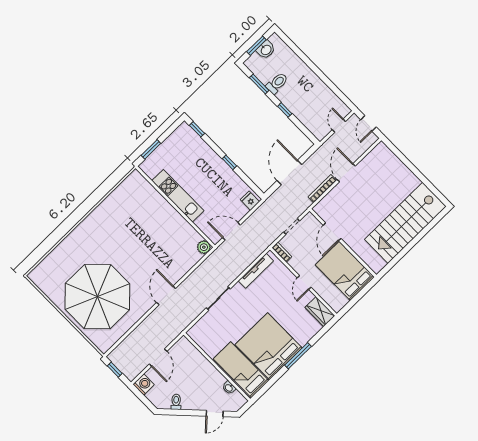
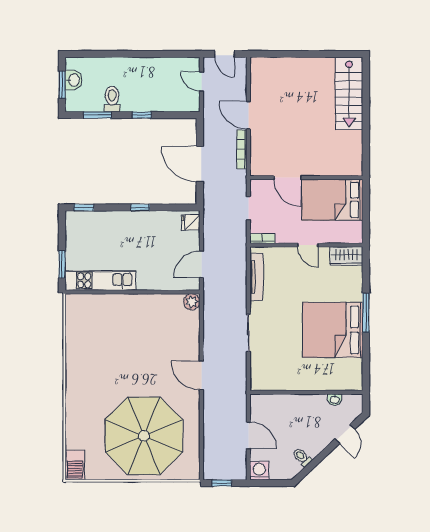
kitchen unit: (178, 196) -> (100, 280), moved
stairs: (405, 223) -> (349, 93), width x0.73, depth x0.66
barbecue: (40, 273) -> (75, 465), added
bed: (241, 370) -> (330, 374), removed

